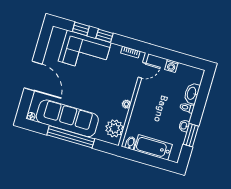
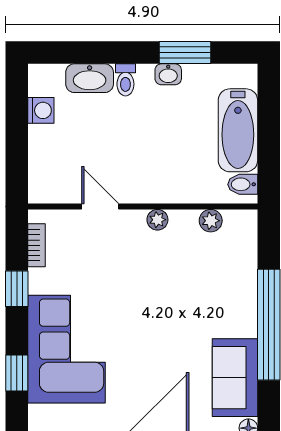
window: (105, 36) -> (17, 289), moved
washing machine: (171, 66) -> (41, 110), moved
door: (142, 70) -> (100, 206), moved
sofa: (67, 118) -> (235, 378), width x0.54, depth x0.79
plant: (114, 128) -> (211, 221), width x0.53, depth x0.53

